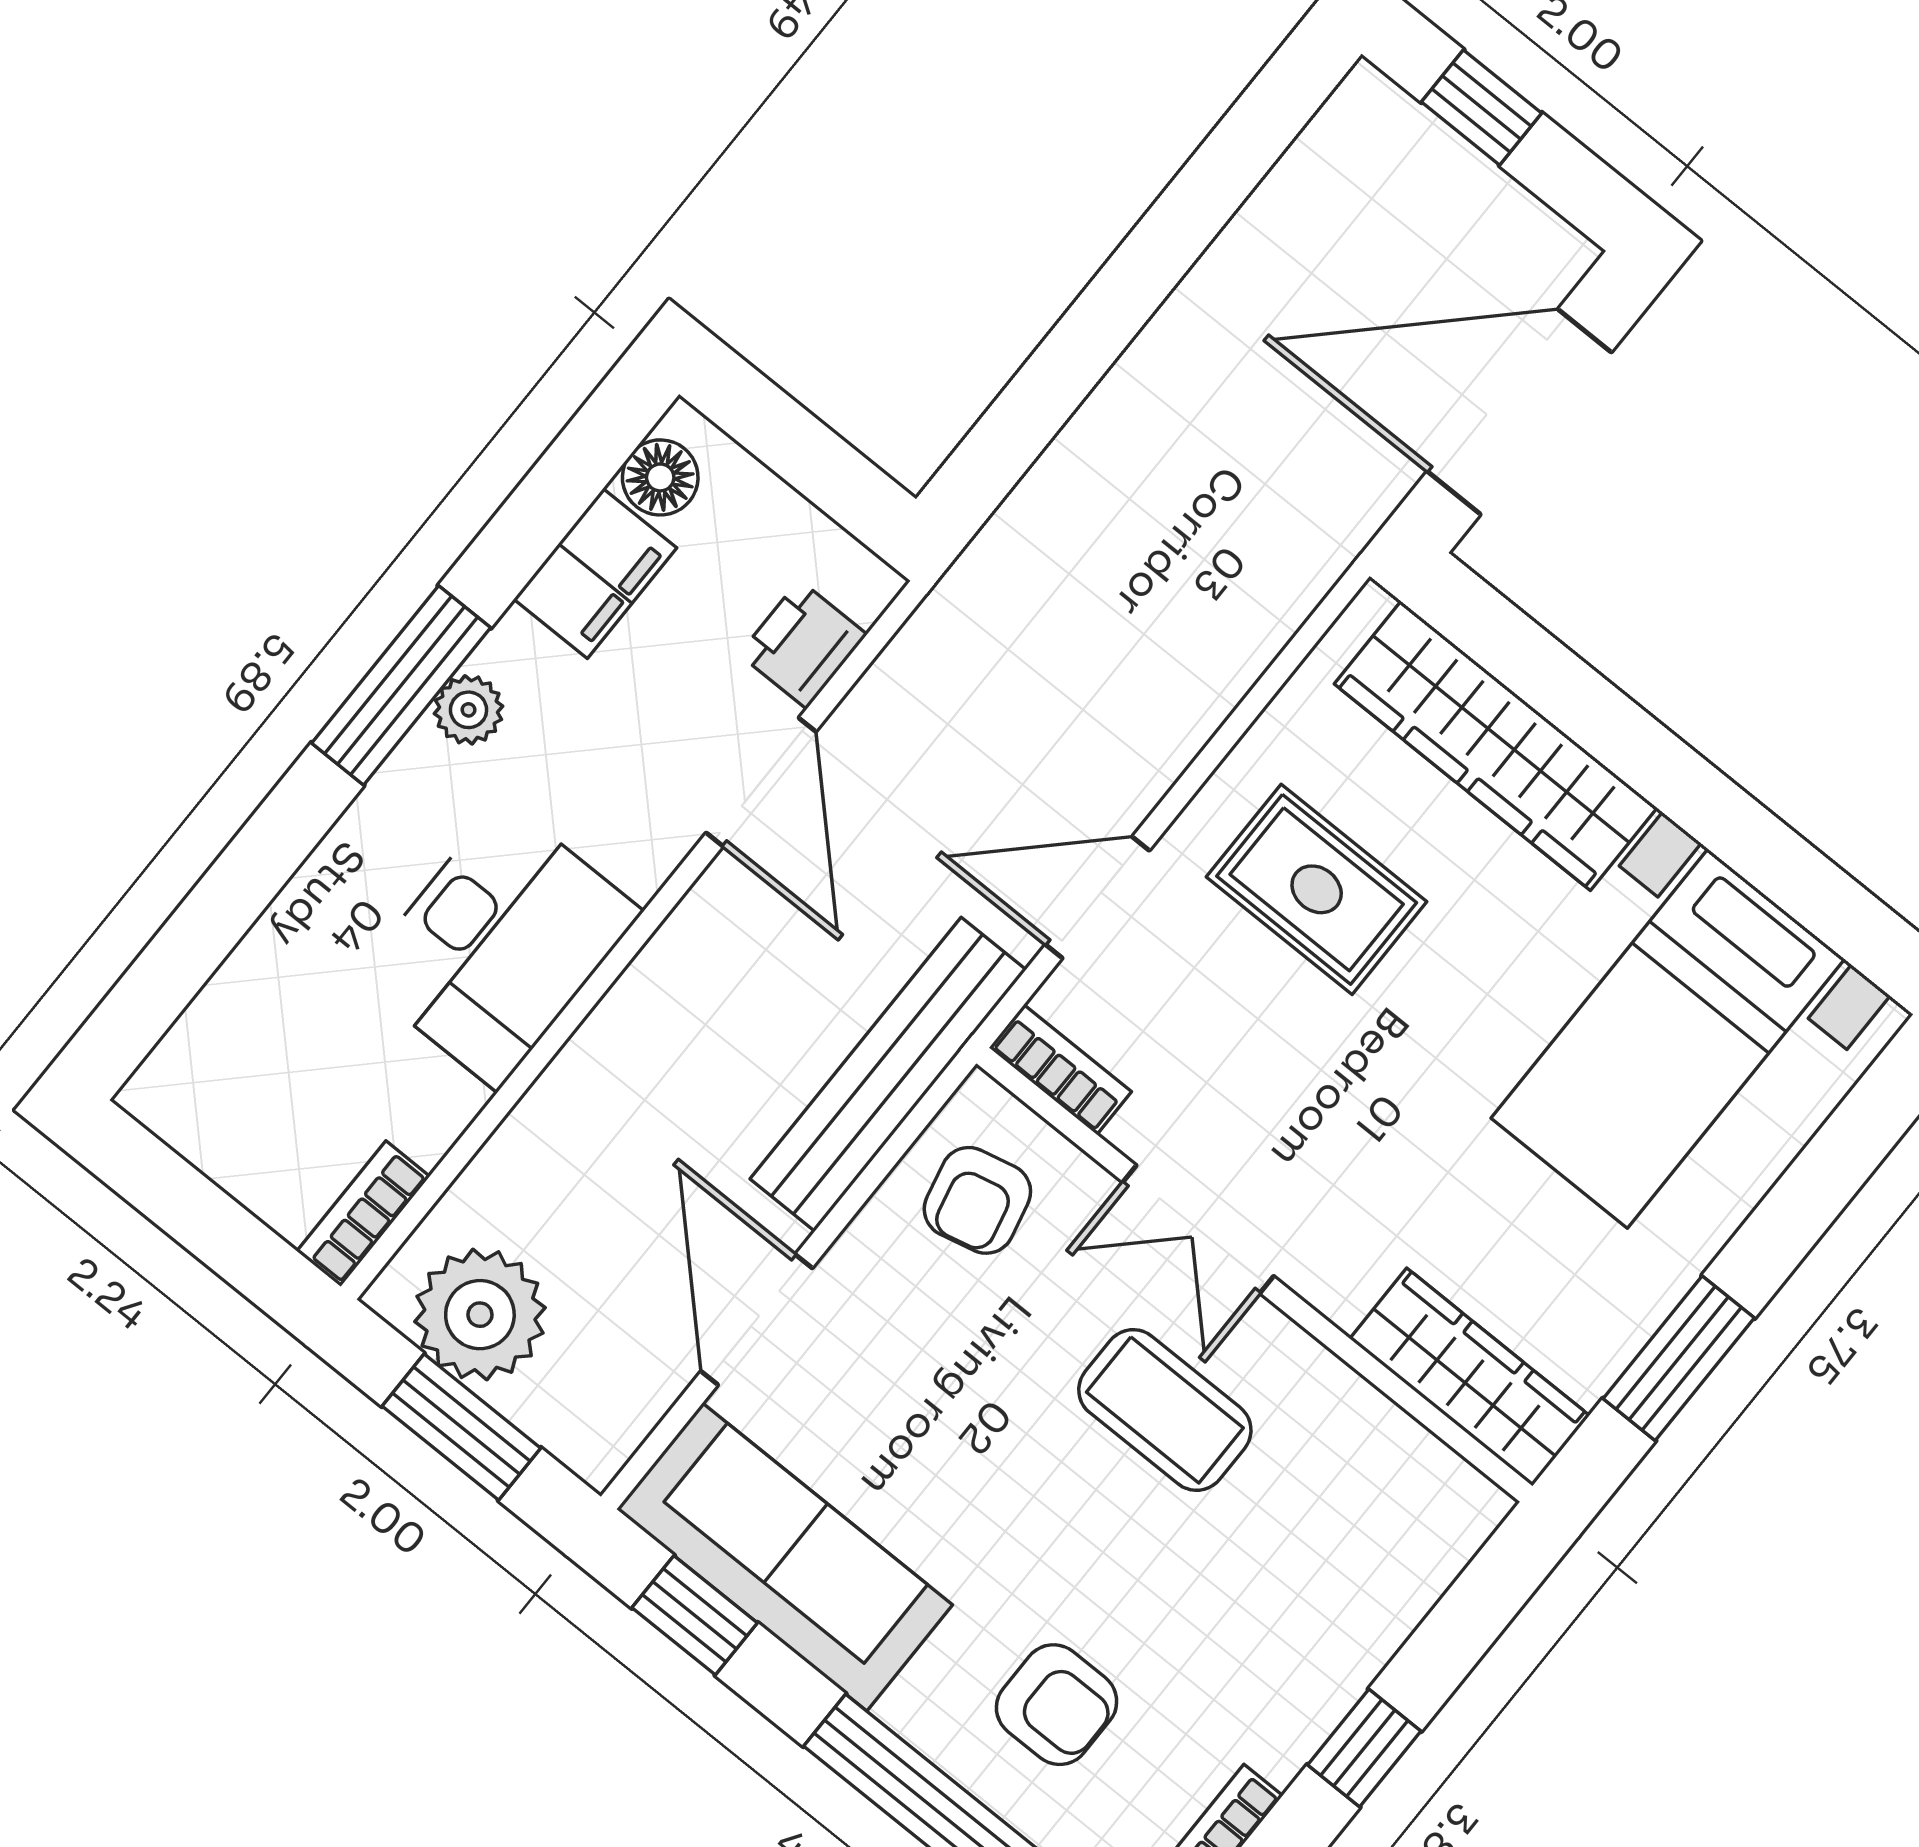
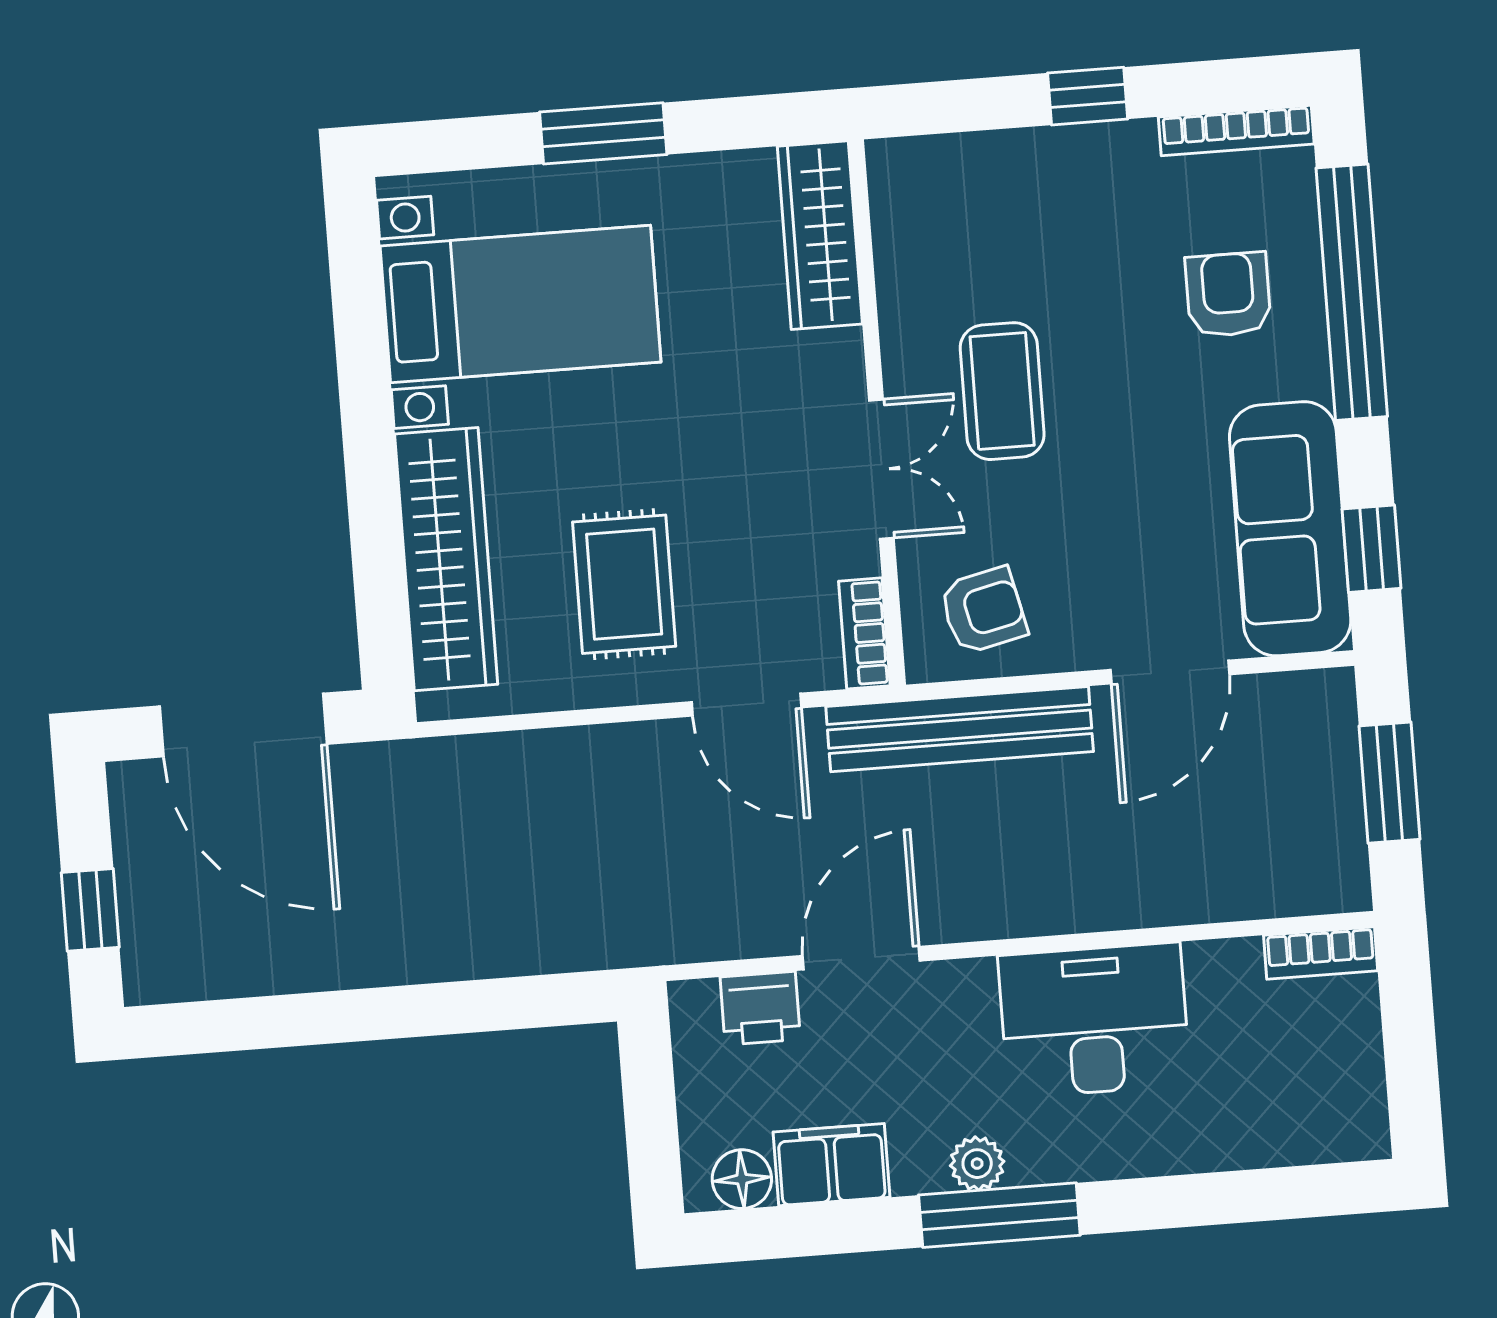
plant: (480, 1315) -> (1315, 832), removed
window: (1679, 1358) -> (603, 133), moved

